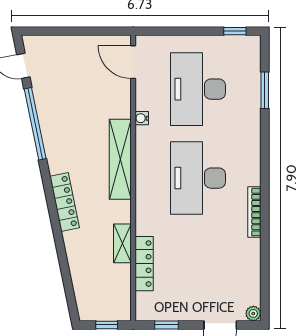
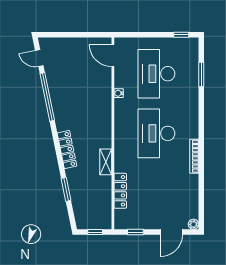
shelving: (120, 159) -> (104, 121), removed
shelving: (122, 243) -> (106, 162), moved
window: (63, 262) -> (66, 189), added

